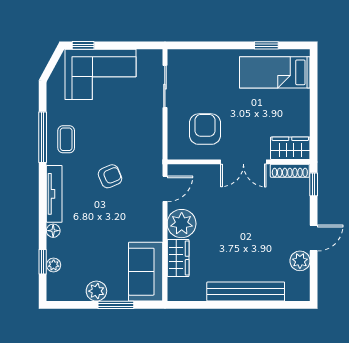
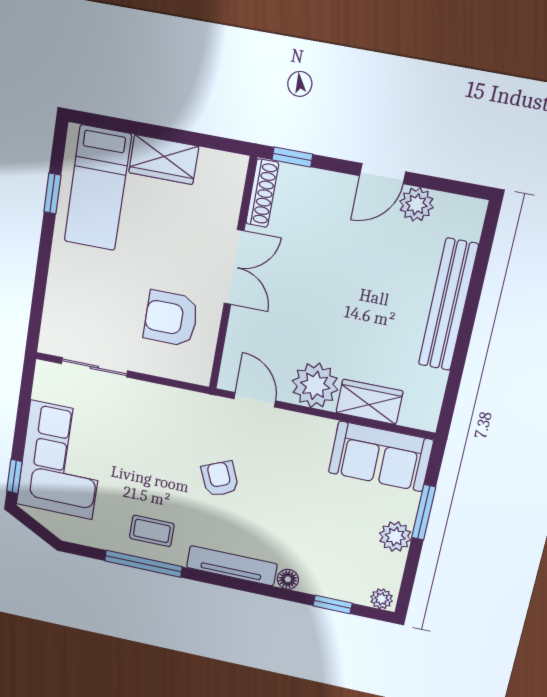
wardrobe: (290, 148) -> (164, 160), moved, turned -90
door: (314, 238) -> (383, 174), swing flipped
plant: (54, 265) -> (382, 599), moved

